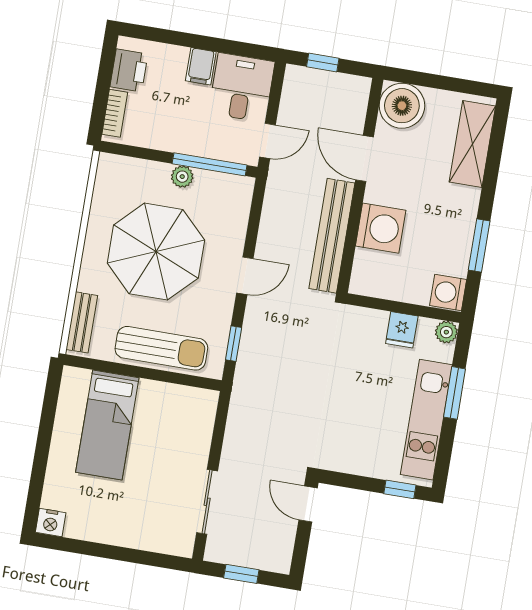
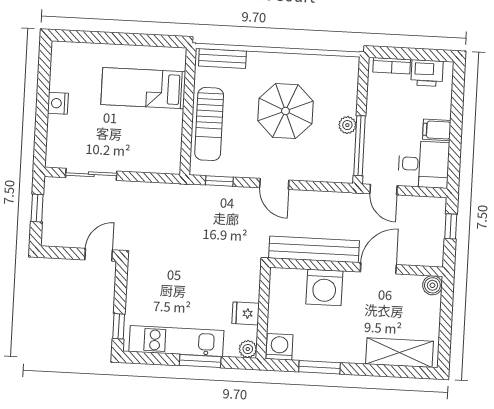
boiler: (402, 106) -> (432, 285), width x0.54, depth x0.54
parasol: (156, 252) -> (285, 111), width x0.73, depth x0.73
nightstand: (51, 523) -> (58, 103), moved

